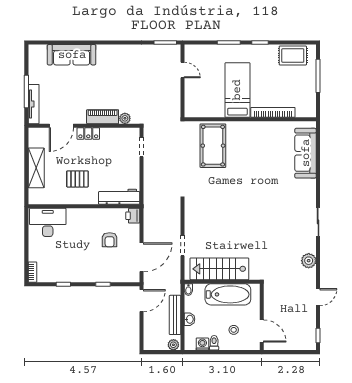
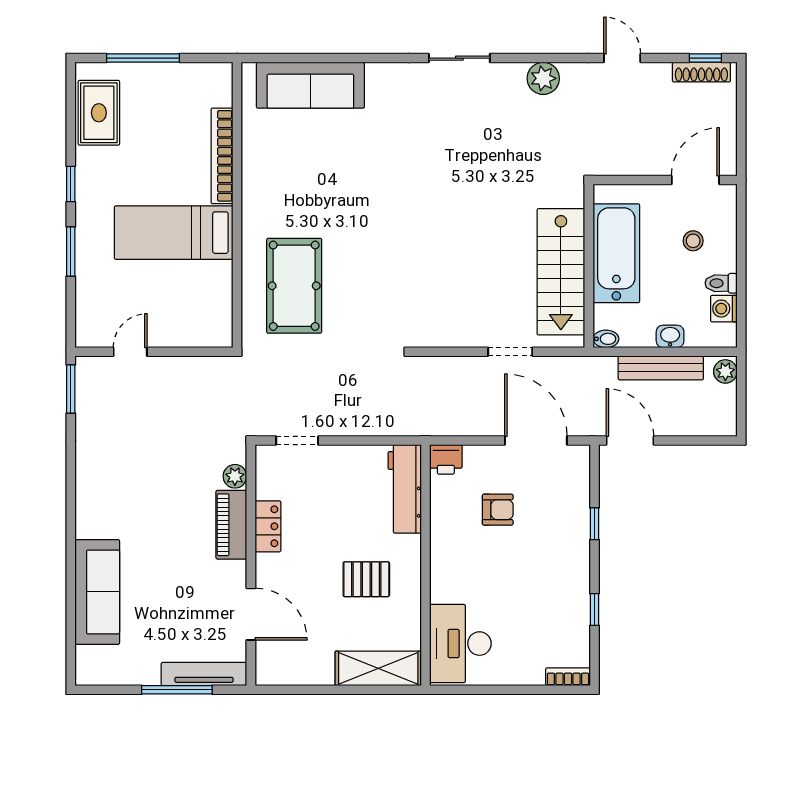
locker: (88, 134) -> (268, 526), moved
pool table: (213, 146) -> (294, 286), turned 90
shelving: (36, 168) -> (378, 668), moved
pallet: (77, 179) -> (366, 579), turned 90
shoe rack: (312, 334) -> (701, 72), added

